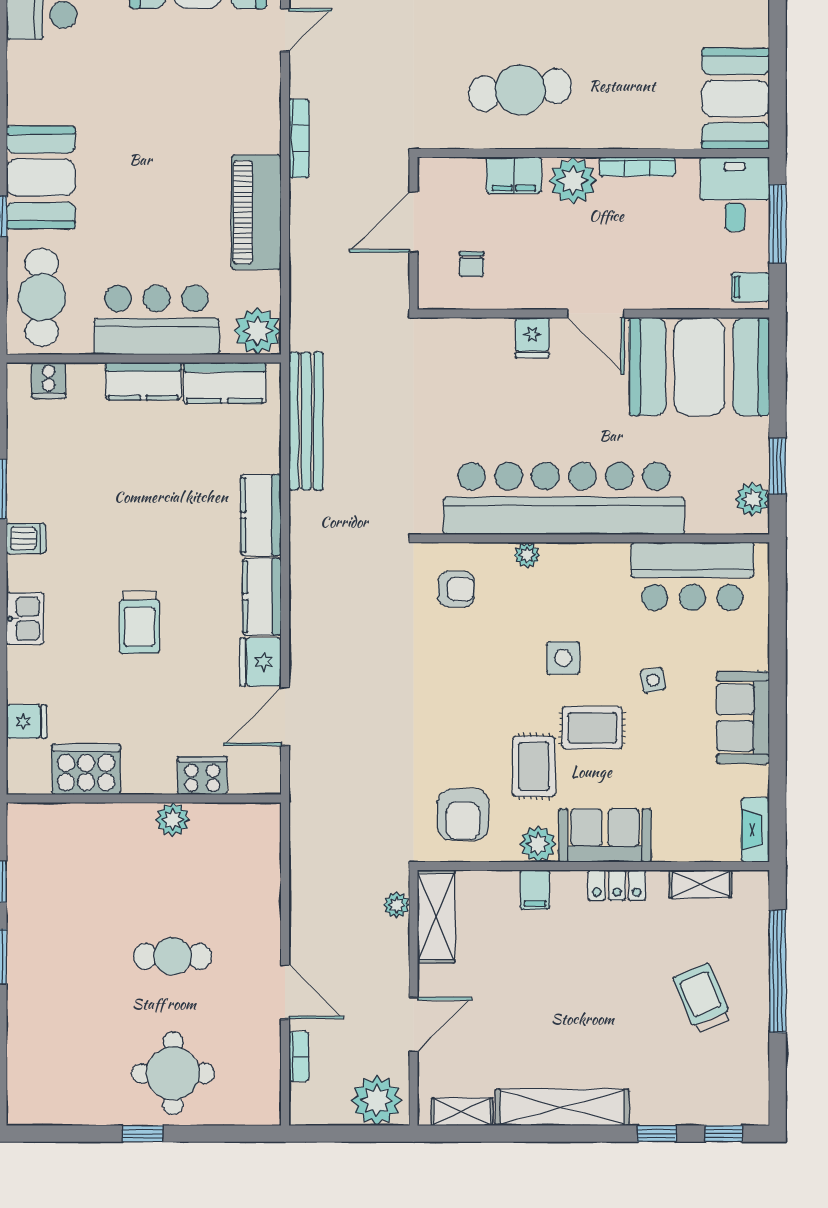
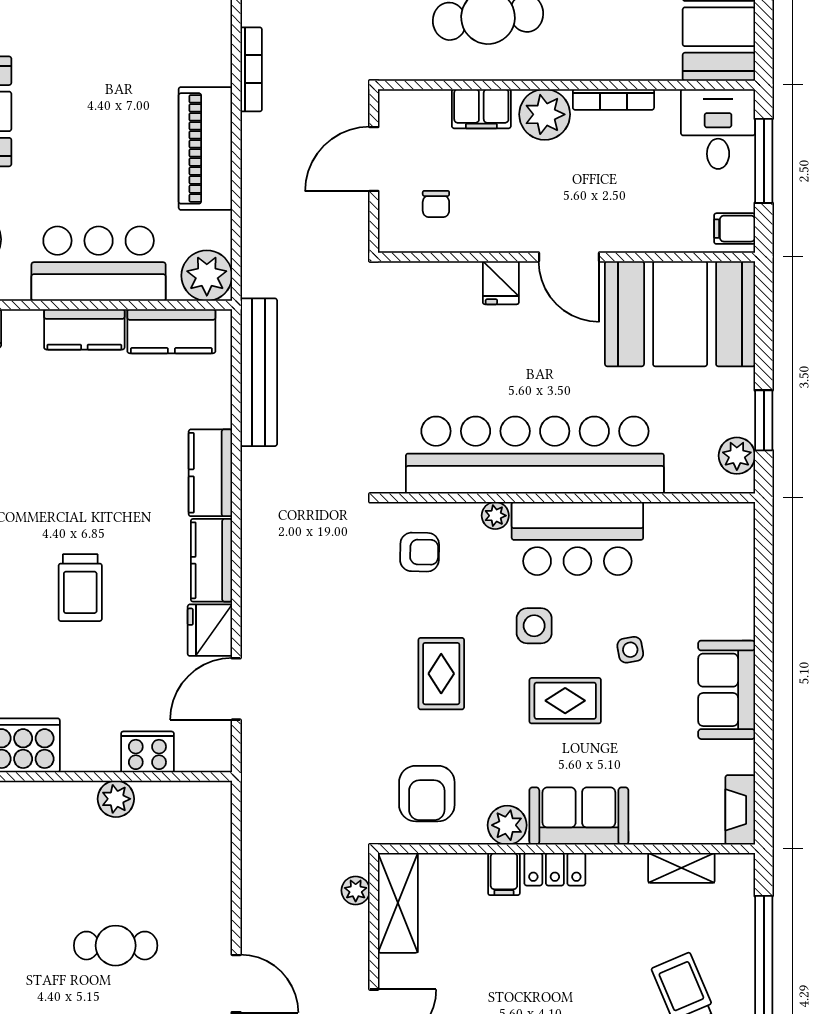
bar counter: (692, 576) -> (577, 538), moved
rug: (534, 766) -> (441, 674), moved
locker: (617, 885) -> (555, 869), moved

